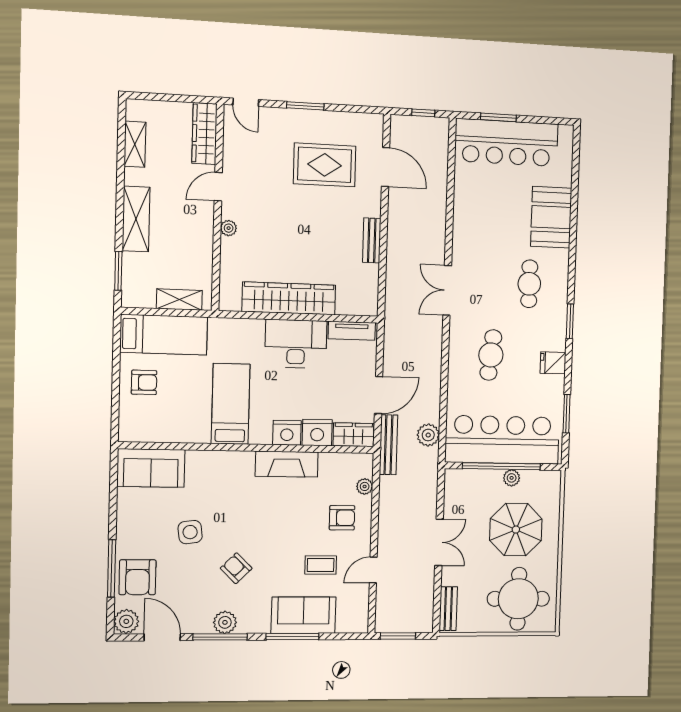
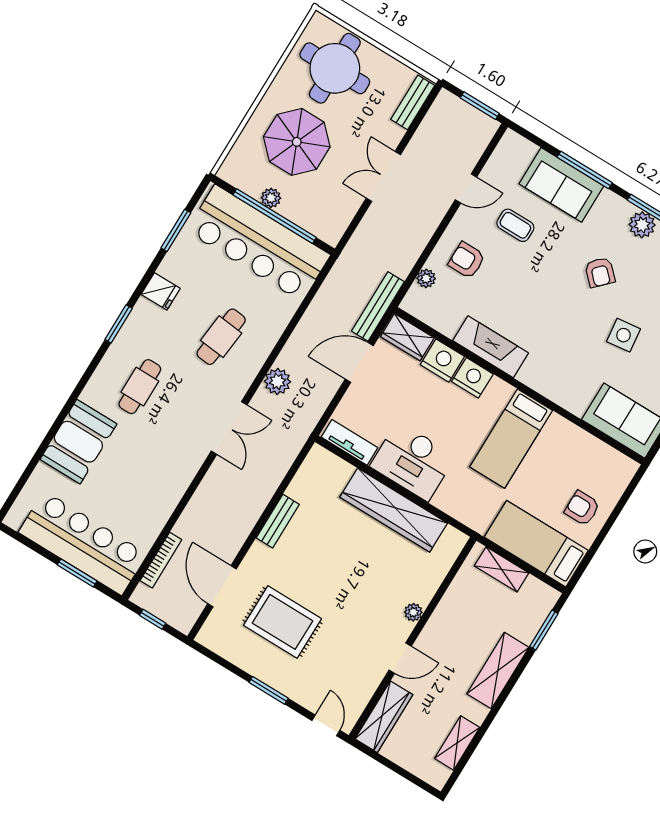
bookcase: (442, 162) -> (161, 560), added
plant: (428, 435) -> (277, 382), moved

